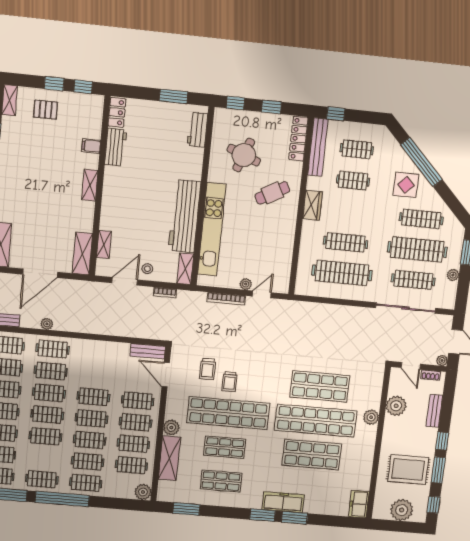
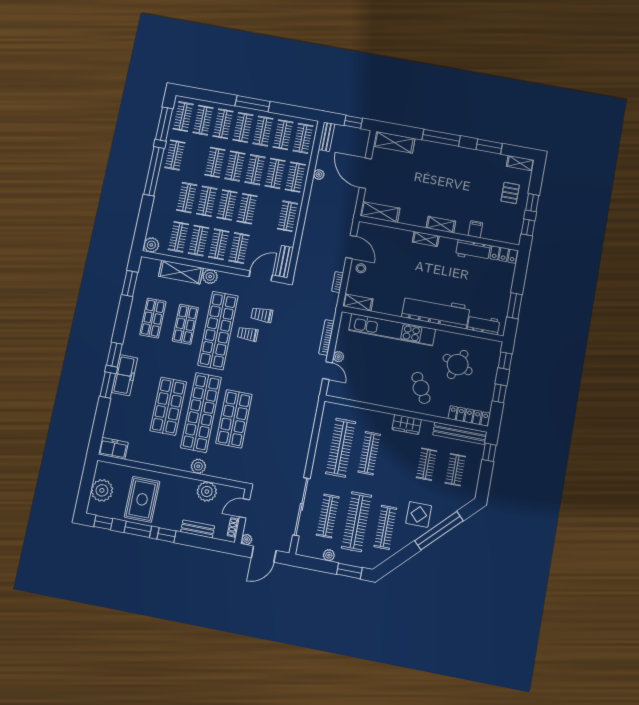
workbench: (184, 216) -> (436, 312), moved
shelving: (104, 244) -> (426, 239), moved
clothes rail: (86, 483) -> (287, 216), moved

